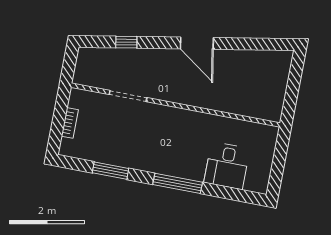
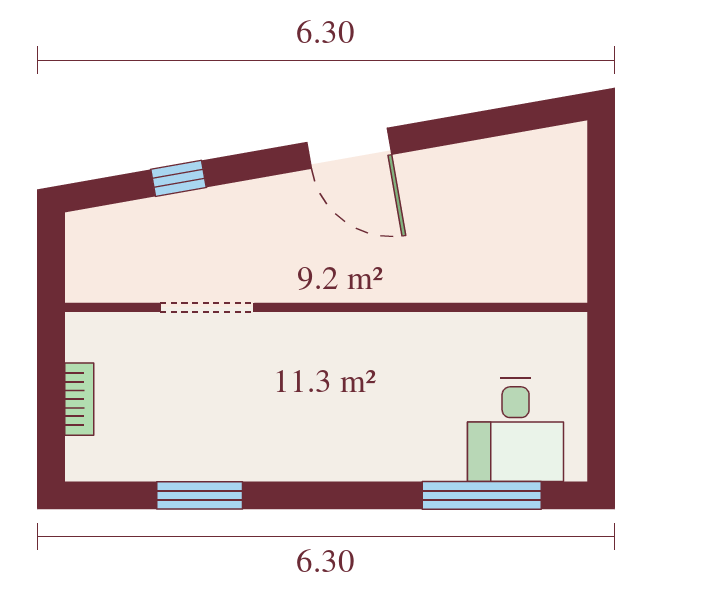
desk: (227, 166) -> (516, 430), moved
window: (178, 183) -> (482, 495), moved

